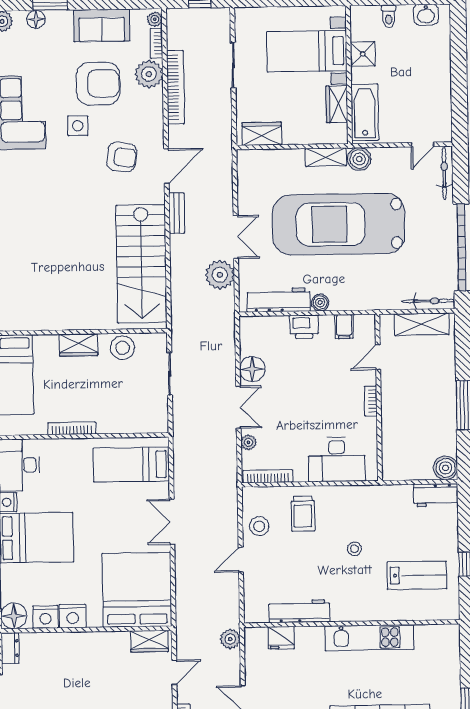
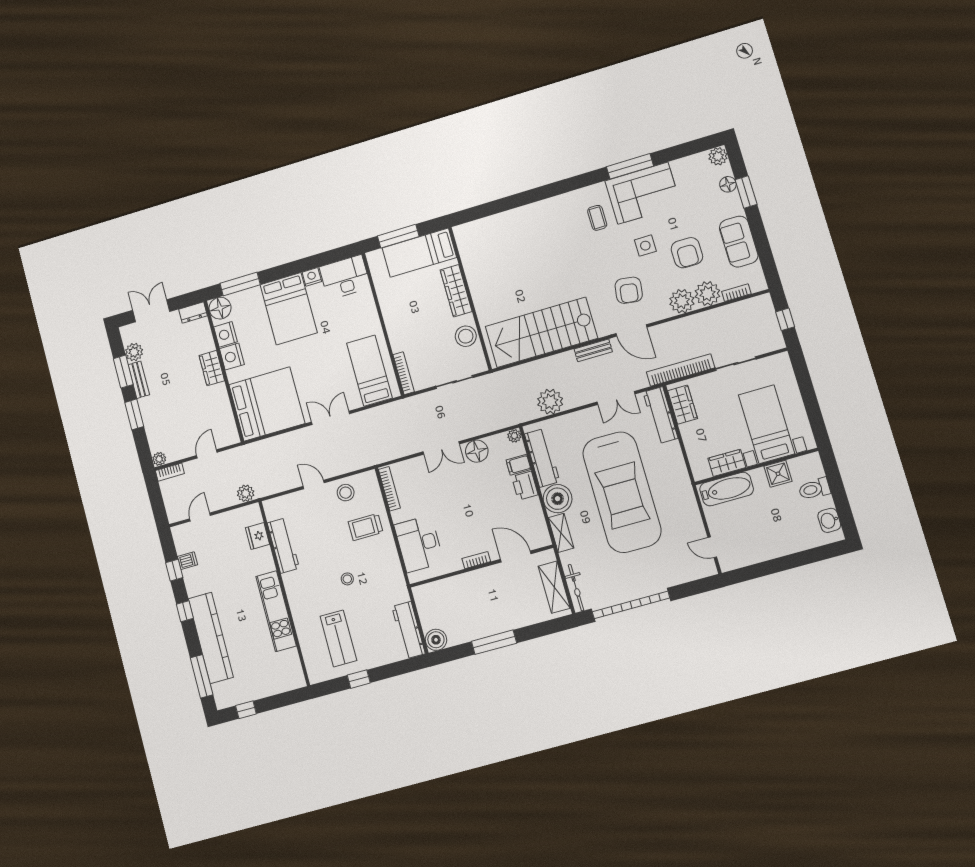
toilet: (389, 16) -> (814, 489), width x1.37, depth x1.39
plant: (155, 19) -> (682, 301), moved, width x1.87, depth x1.87
armchair: (98, 84) -> (687, 253), width x0.73, depth x0.73
bookcase: (175, 87) -> (681, 370), moved, turned 180
shelving: (326, 157) -> (561, 533), moved
boiler: (359, 159) -> (684, 495), removed
workbench: (267, 160) -> (660, 415), added
coffee table: (32, 169) -> (597, 218), added
bicycle: (444, 173) -> (692, 573), removed
car: (339, 224) -> (622, 492), turned 180
double door: (236, 237) -> (616, 398), moved
boiler: (320, 303) -> (558, 499), width x1.86, depth x1.86
filing cabinet: (344, 327) -> (518, 465), moved
wardrobe: (79, 345) -> (456, 291), width x1.50
door: (378, 357) -> (516, 557), width x1.37
bookcase: (72, 428) -> (404, 373), moved
plant: (249, 442) -> (514, 436), moved
workbench: (436, 495) -> (408, 630), width x1.38
wardrobe: (149, 641) -> (212, 368), moved
door: (174, 672) -> (207, 454), swing flipped

